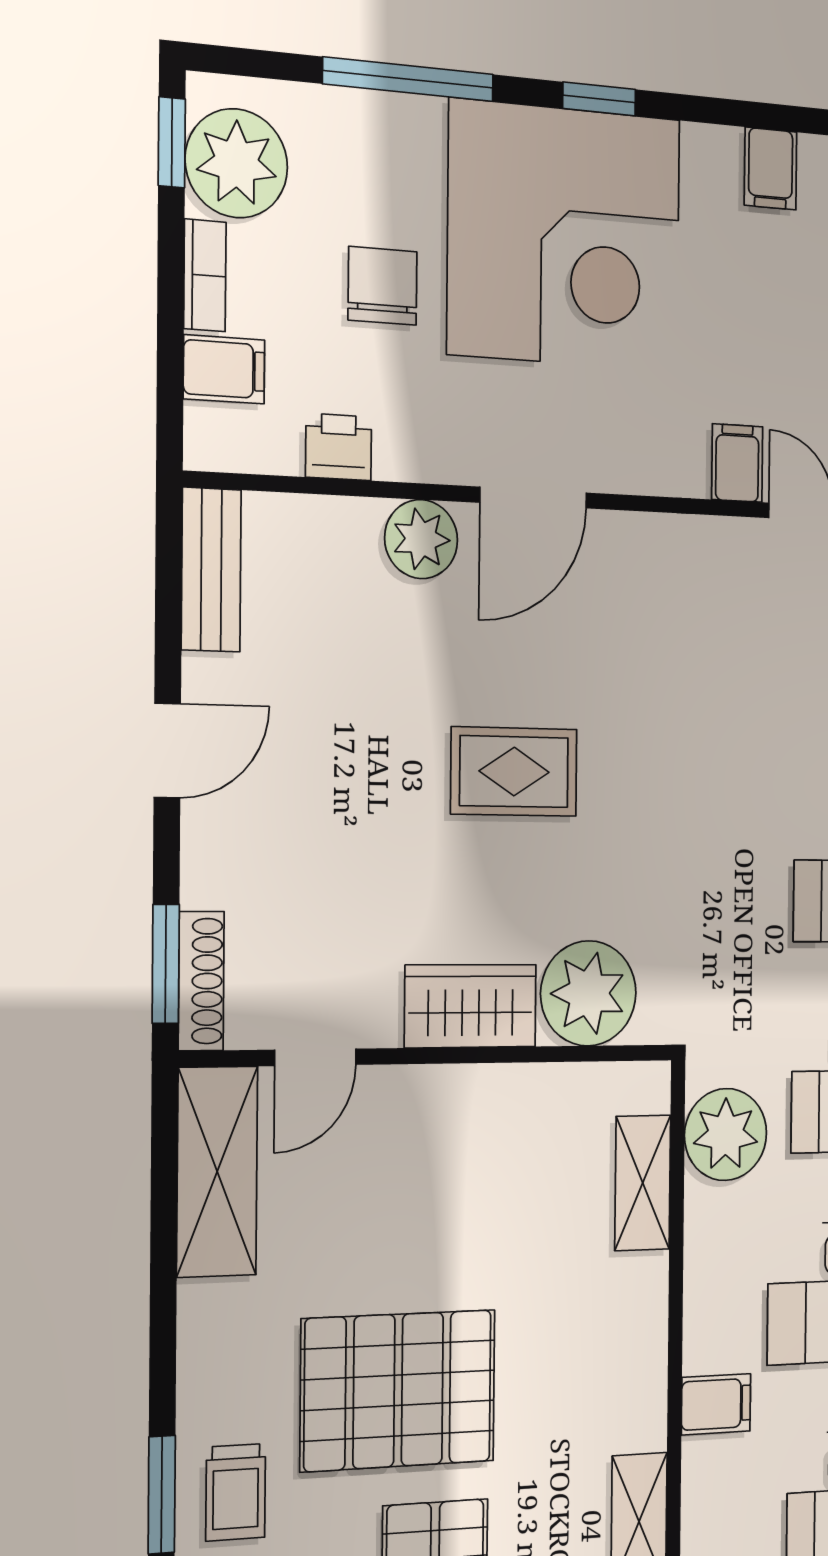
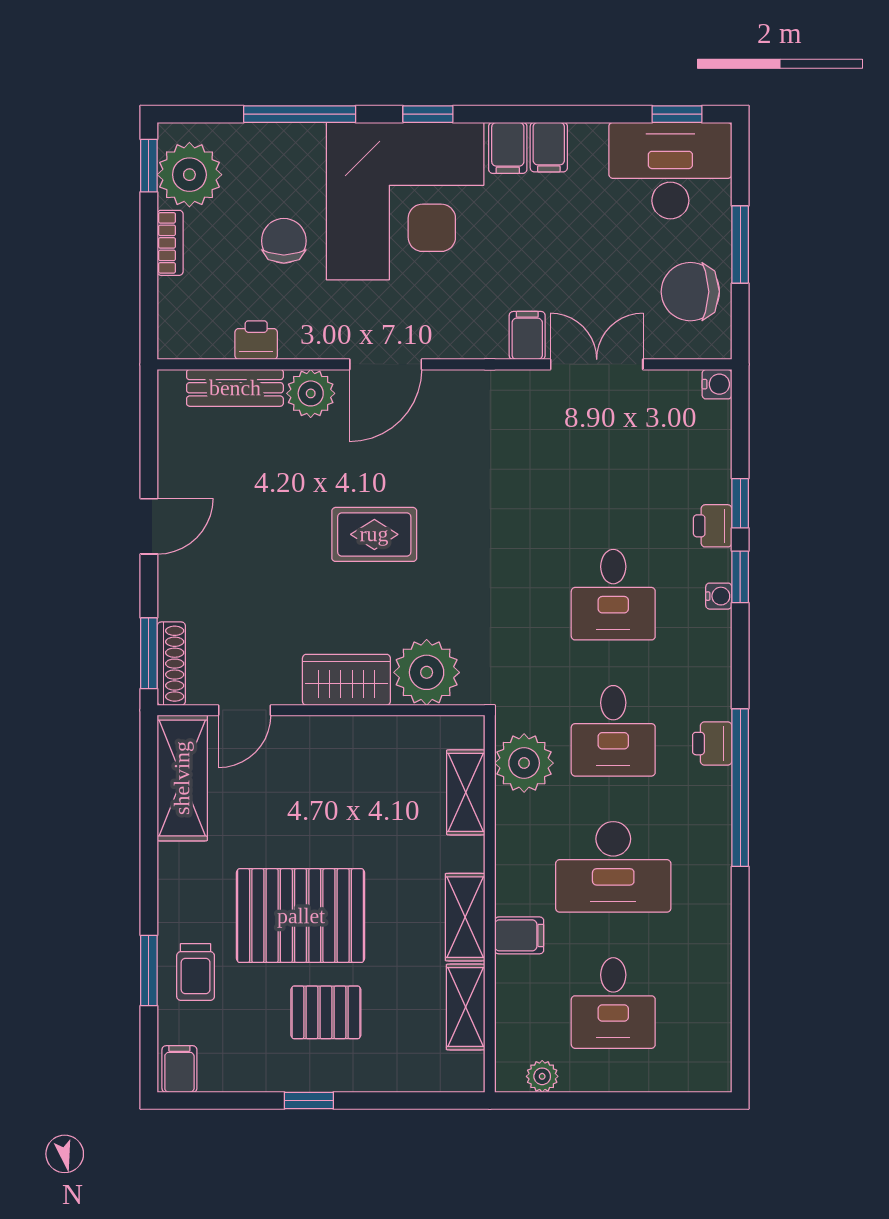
filing cabinet: (224, 369) -> (508, 148), moved, turned 90
bench: (211, 570) -> (235, 388), moved, turned 90
shelving: (640, 1380) -> (465, 917), added

